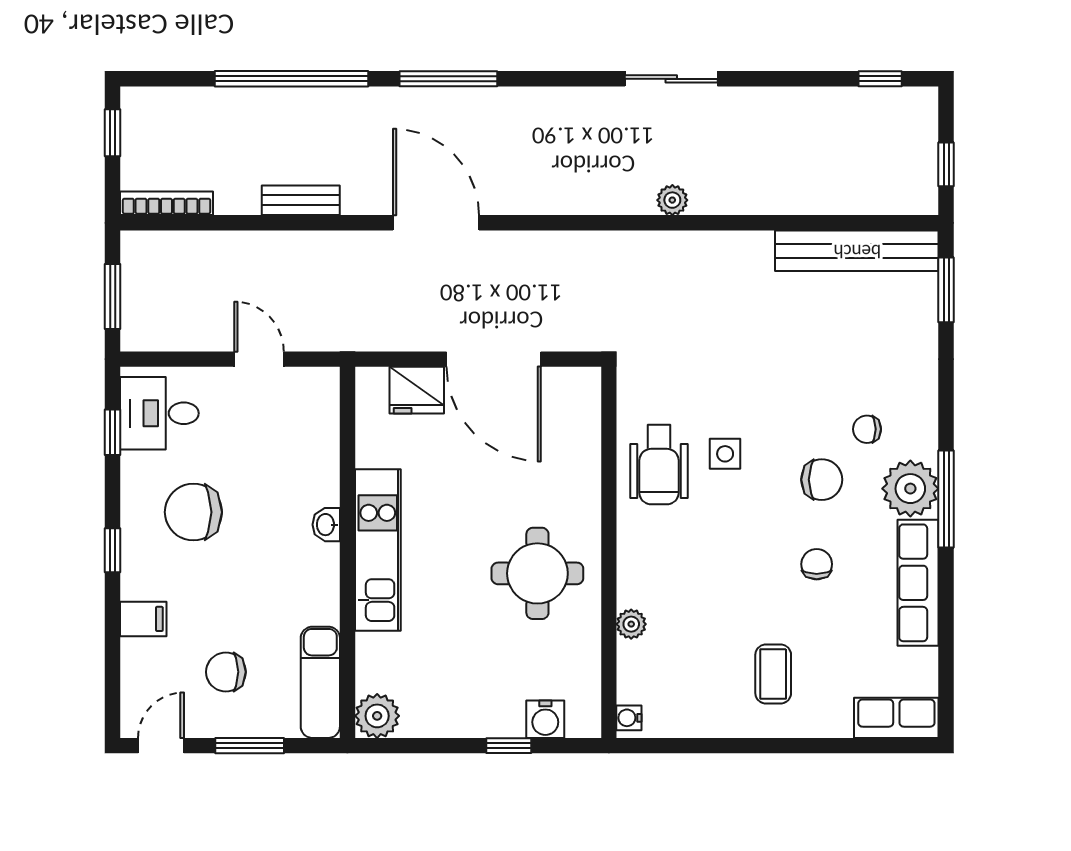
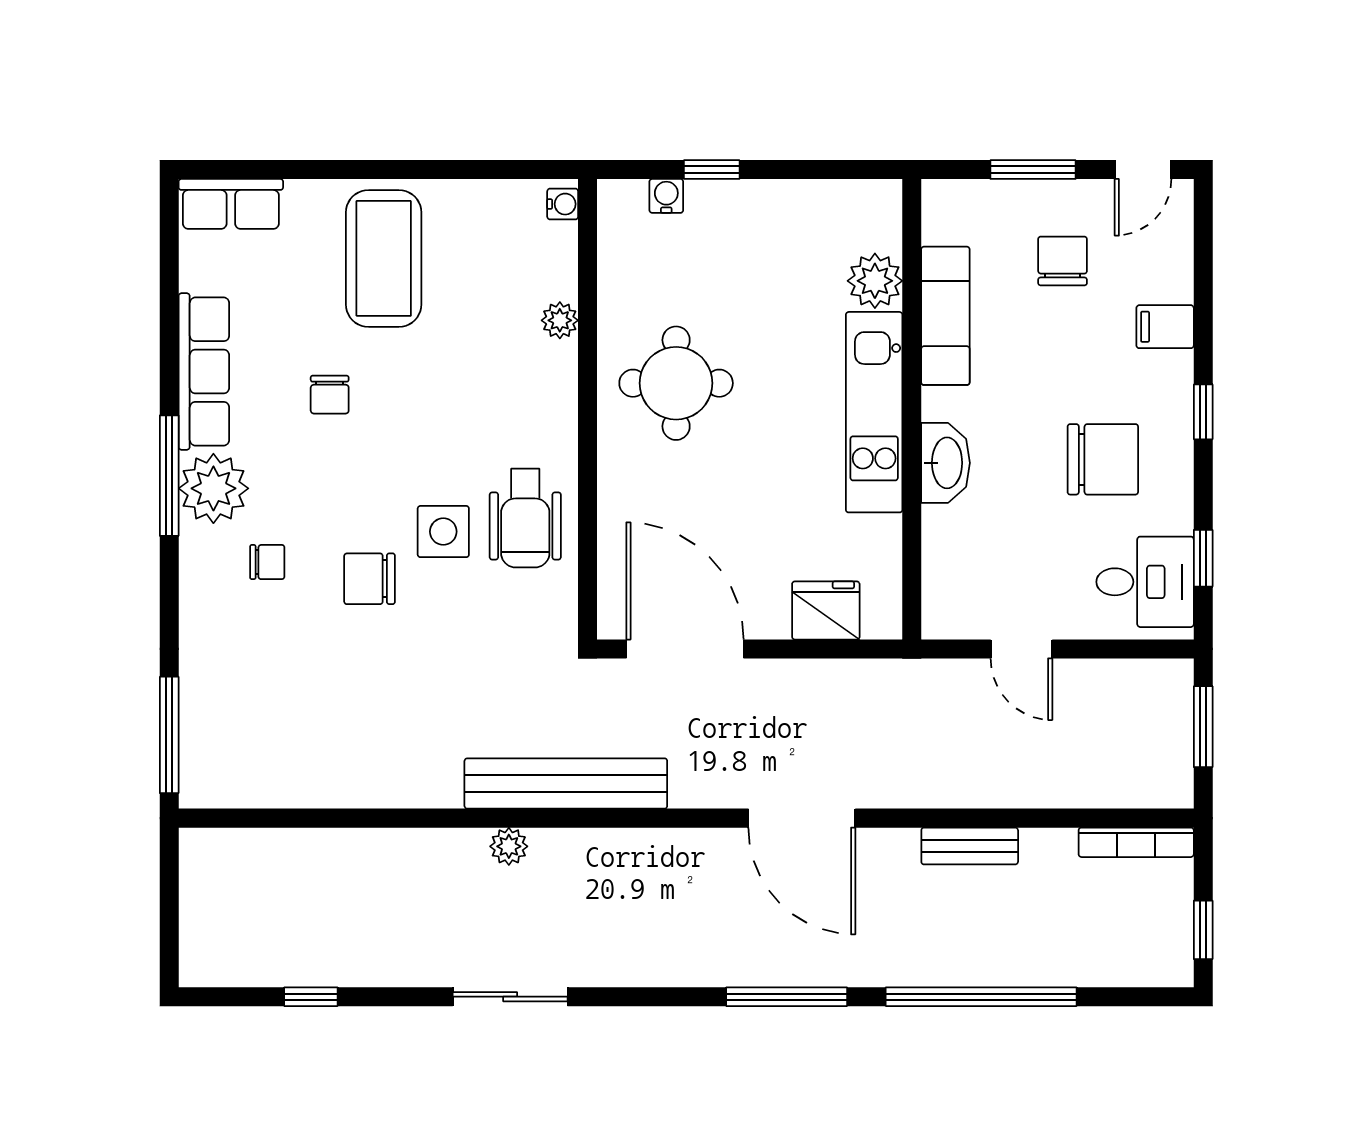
window: (880, 79) -> (311, 997), moved
window: (946, 164) -> (169, 891), removed
bench: (857, 251) -> (566, 784), moved
window: (946, 290) -> (169, 735), width x1.44
door: (494, 359) -> (685, 649), moved
side table: (725, 454) -> (443, 532), width x1.37, depth x1.37
wheelchair: (659, 465) -> (525, 518), turned 180
chair: (822, 480) -> (370, 579), moved
washbasin: (326, 525) -> (946, 463), width x1.91, depth x1.45
chair: (226, 672) -> (1063, 261), turned -90
coffee table: (773, 674) -> (384, 258), width x1.86, depth x1.72
exam couch: (320, 682) -> (945, 316), moved
plant: (377, 716) -> (875, 281), moved
water cooler: (545, 719) -> (666, 196), width x0.72, depth x0.72

